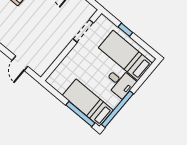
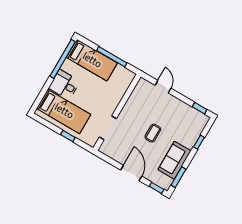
coffee table: (38, 18) -> (153, 133), added
window: (80, 114) -> (112, 57), moved

